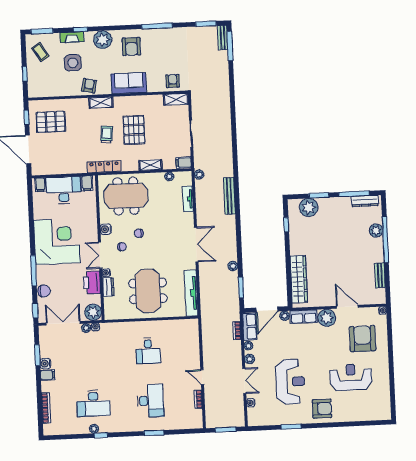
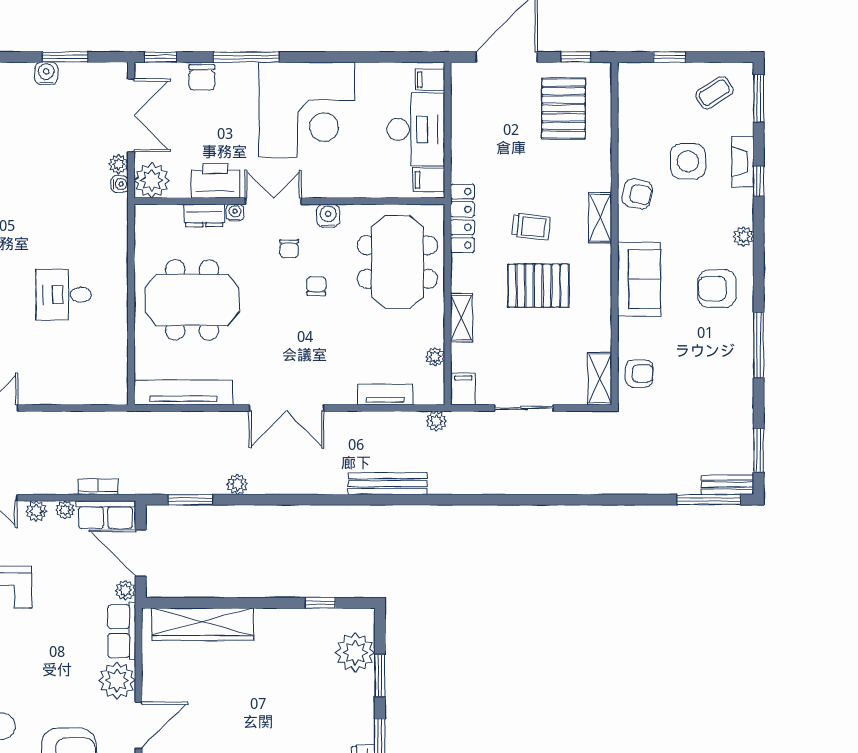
plant: (103, 40) -> (743, 236), width x0.53, depth x0.53
filing cabinet: (47, 375) -> (22, 77), removed

